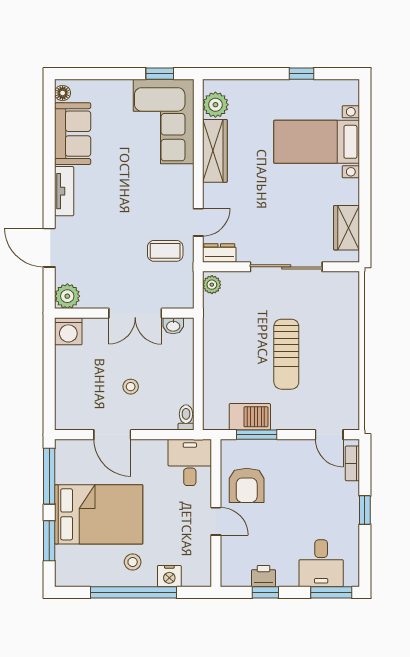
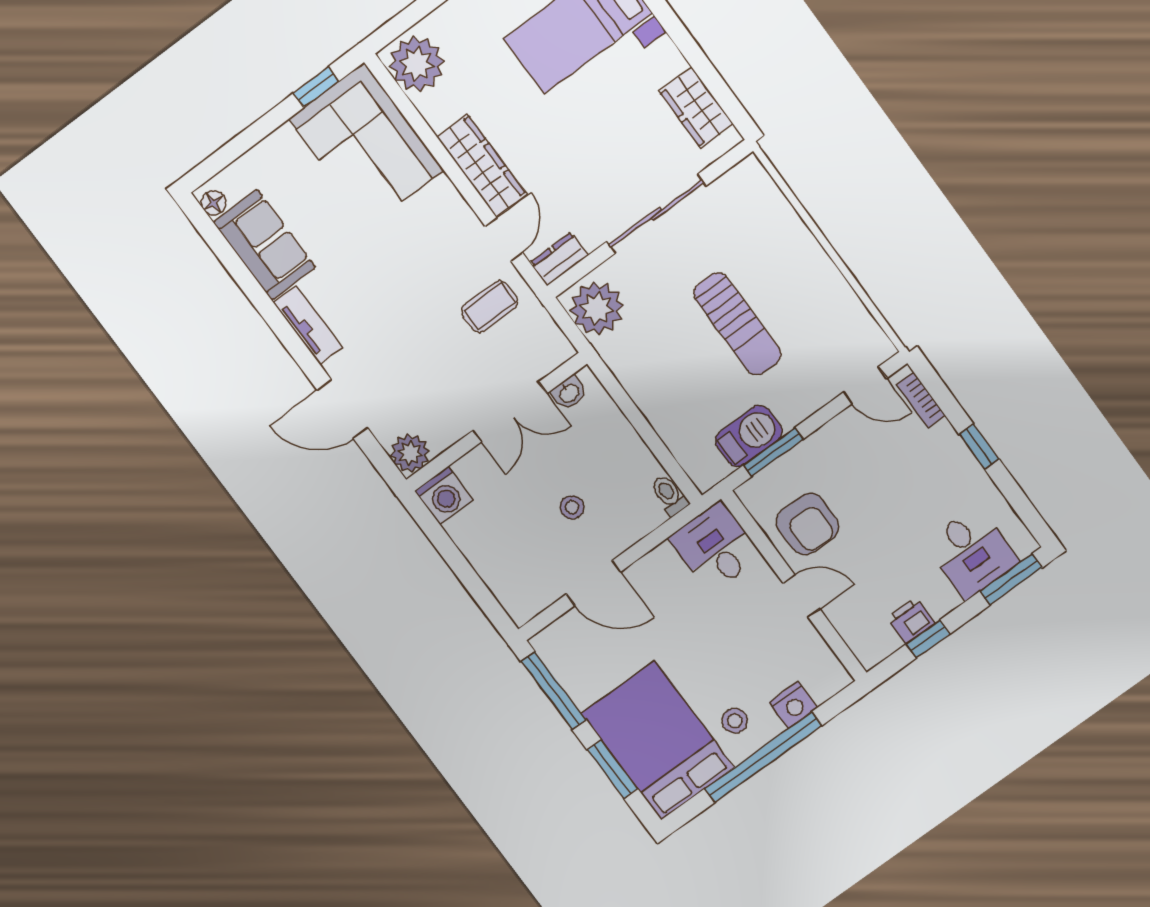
plant: (215, 105) -> (417, 64), width x1.36, depth x1.36
wardrobe: (215, 151) -> (482, 166), moved
plant: (212, 285) -> (597, 308), width x1.88, depth x1.88
bed: (99, 514) -> (658, 741), moved, turned -90

